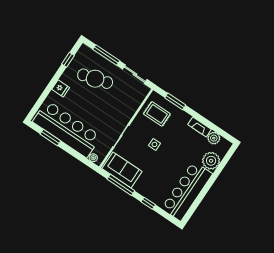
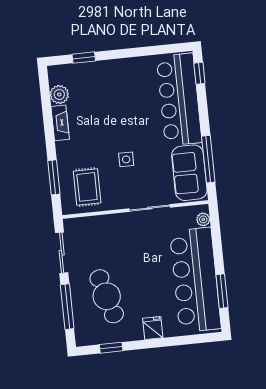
plant: (211, 161) -> (89, 75), removed
window: (222, 165) -> (84, 58), added
bar counter: (187, 191) -> (179, 100), moved, turned 90
window: (148, 203) -> (199, 73), moved

